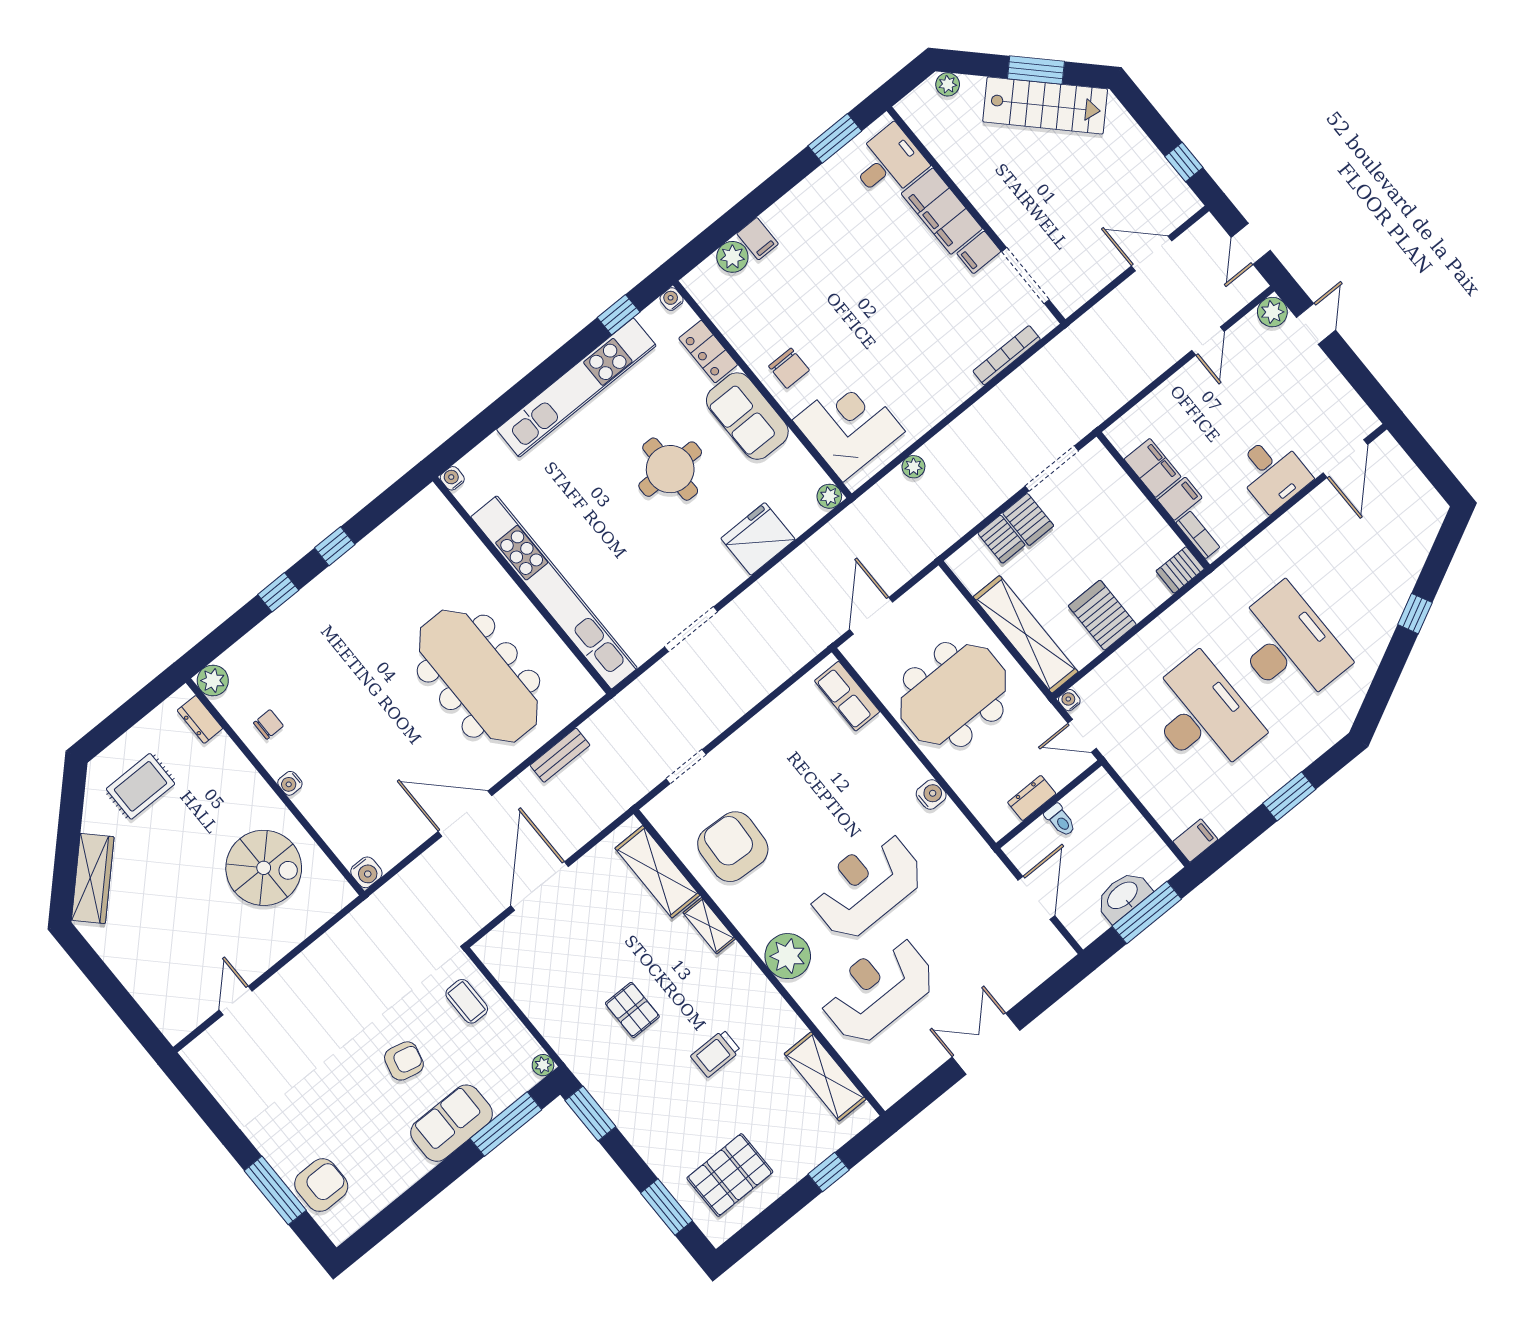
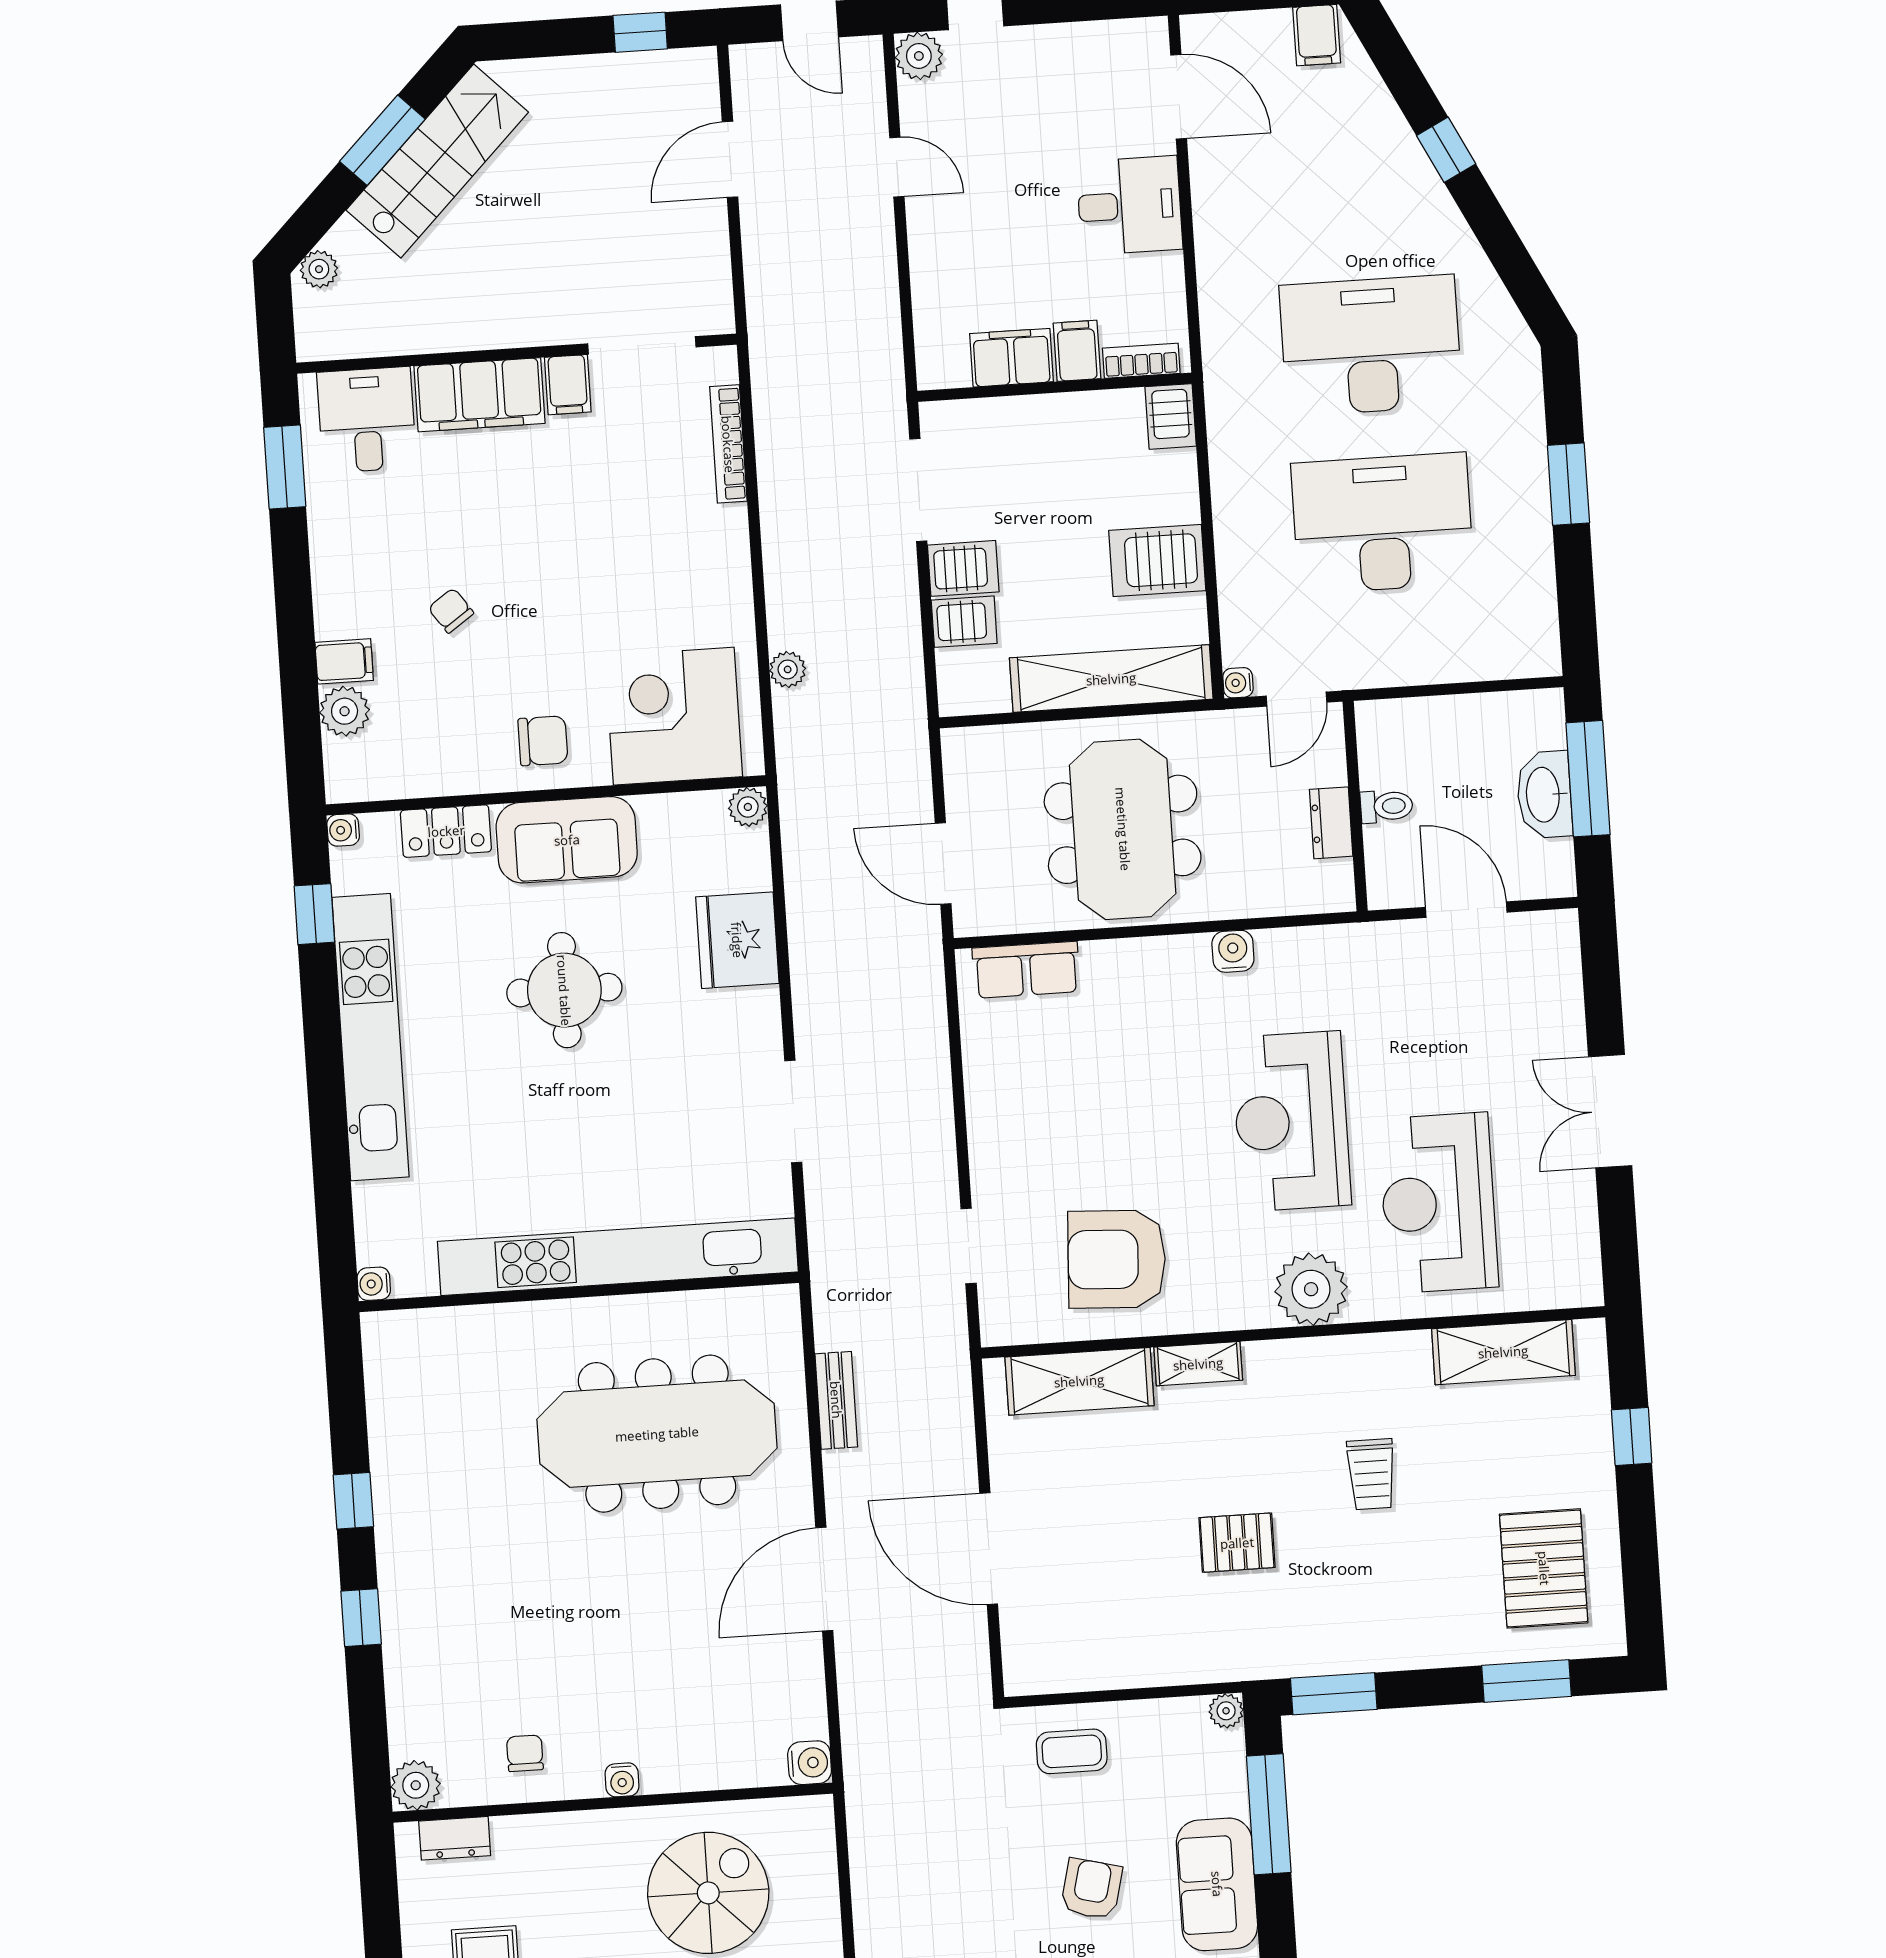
chair: (822, 275) -> (451, 611), added
filing cabinet: (1195, 840) -> (1317, 35), moved, turned 180

